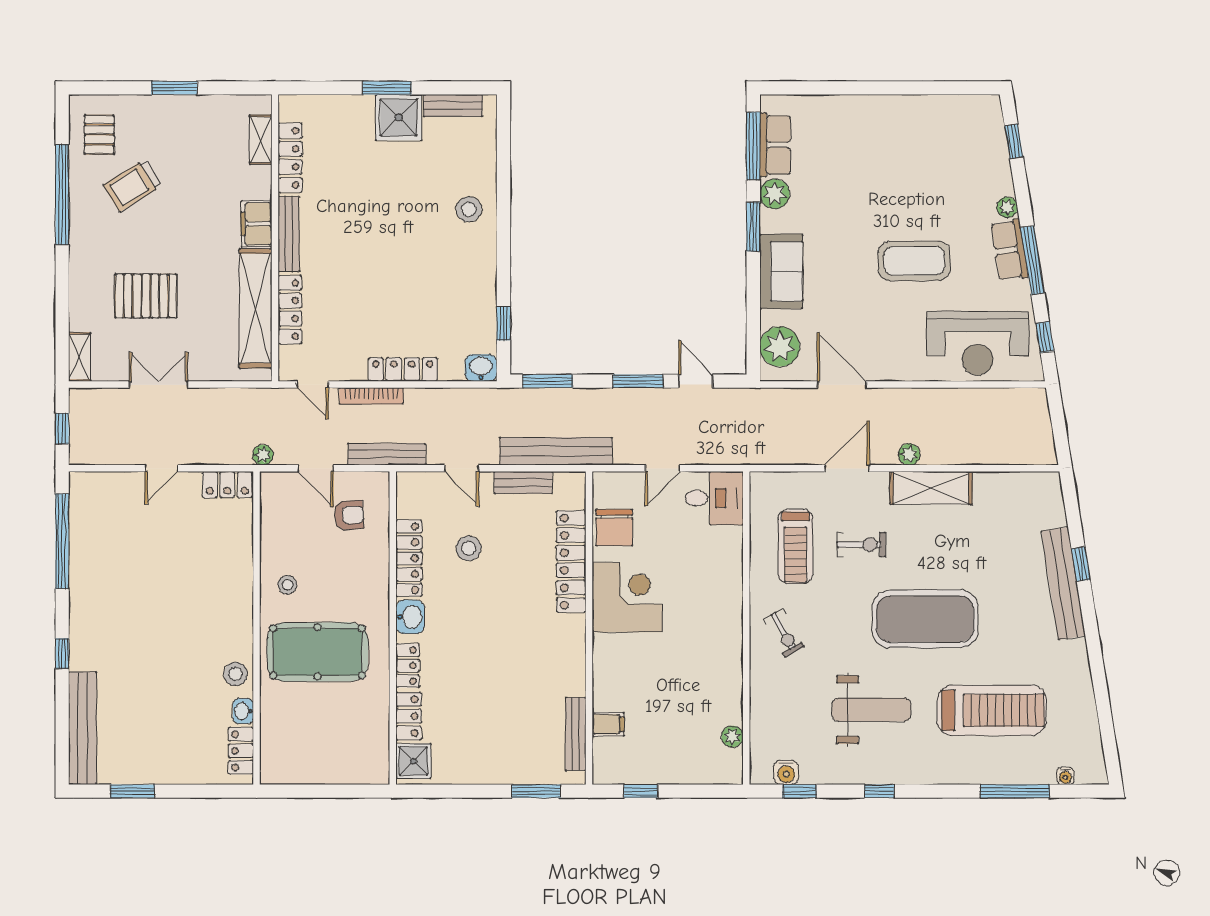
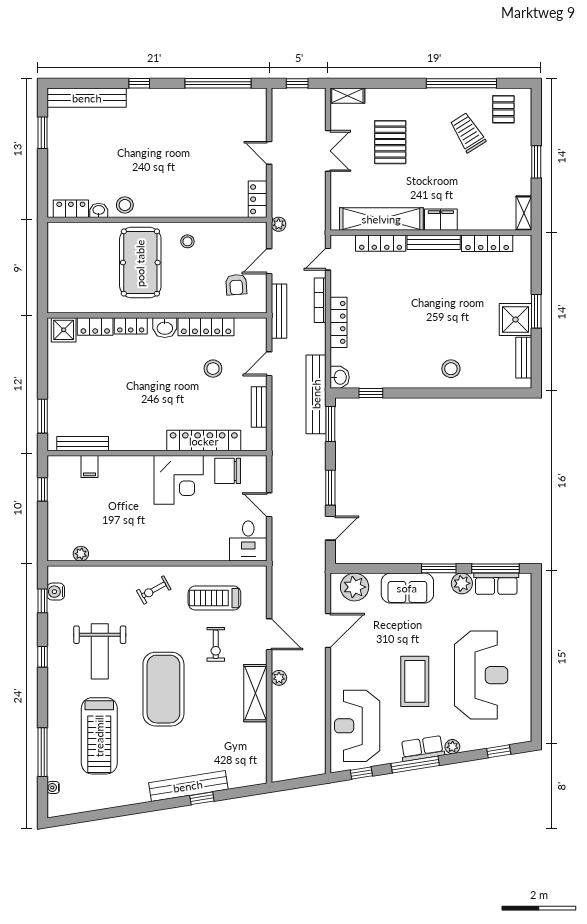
pallet: (99, 135) -> (503, 109), turned 90
shelving: (261, 140) -> (524, 213), moved, turned 90
reception desk: (905, 166) -> (481, 675), added
bench: (556, 451) -> (316, 394), moved

